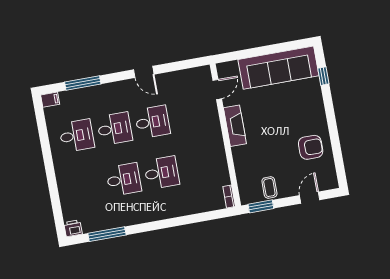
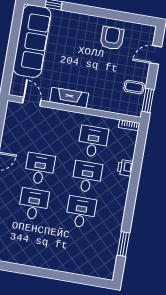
desk: (77, 136) -> (93, 141), moved
door: (310, 198) -> (156, 55), hinge flipped
printer: (73, 228) -> (125, 168), moved
window: (107, 234) -> (123, 244), width x0.69

